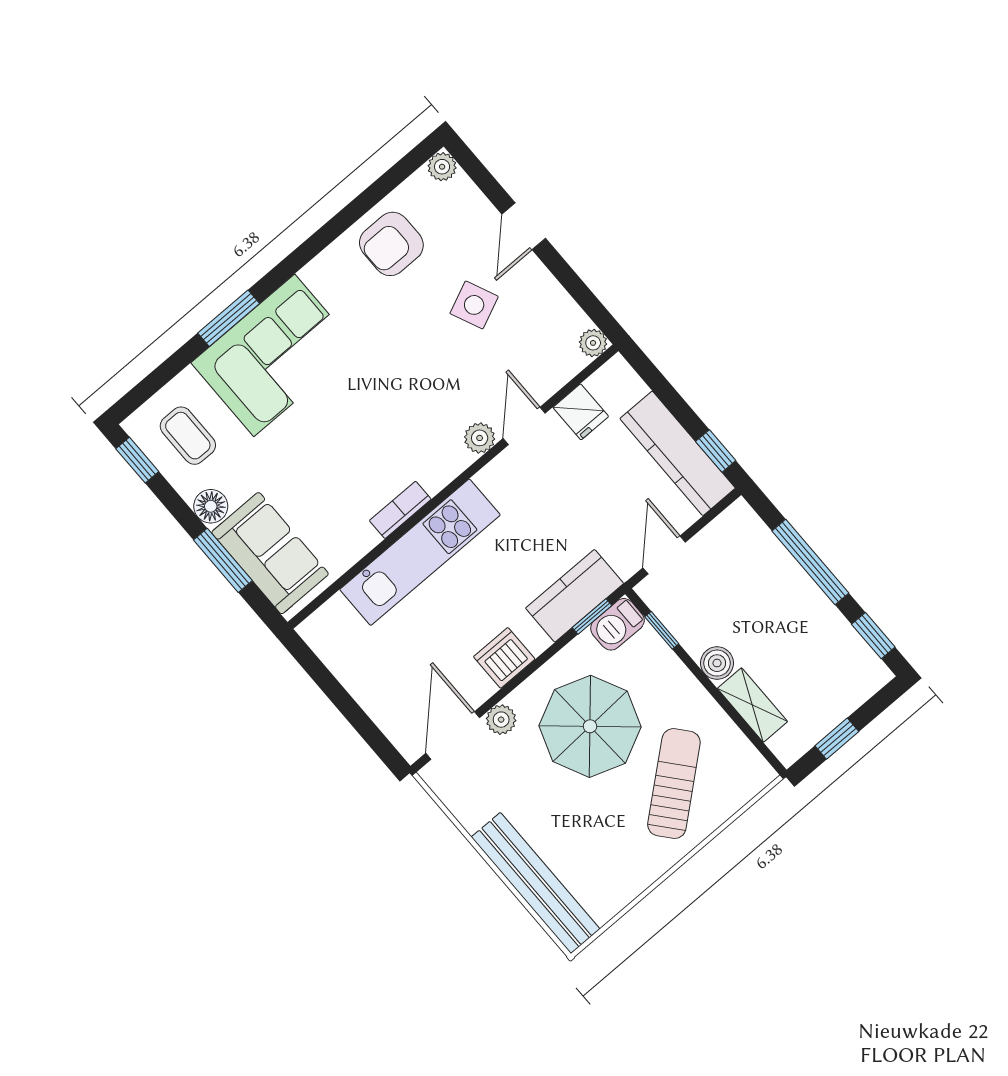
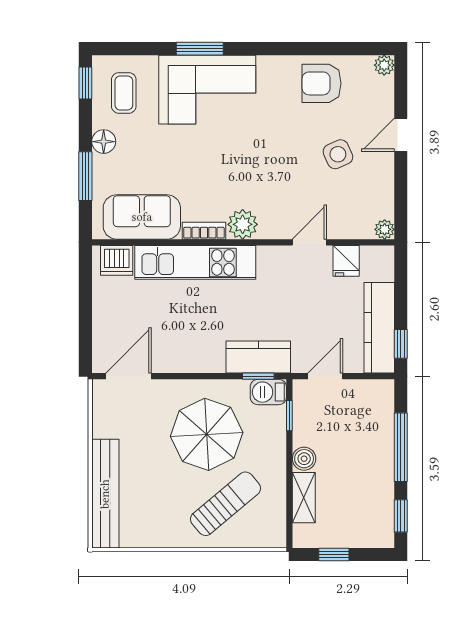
plant: (480, 438) -> (243, 224), moved, width x1.38, depth x1.38
sofa: (270, 553) -> (142, 217), moved, turned -90
dishwasher: (504, 658) -> (117, 260), moved, turned 180
plant: (501, 720) -> (162, 390), removed

